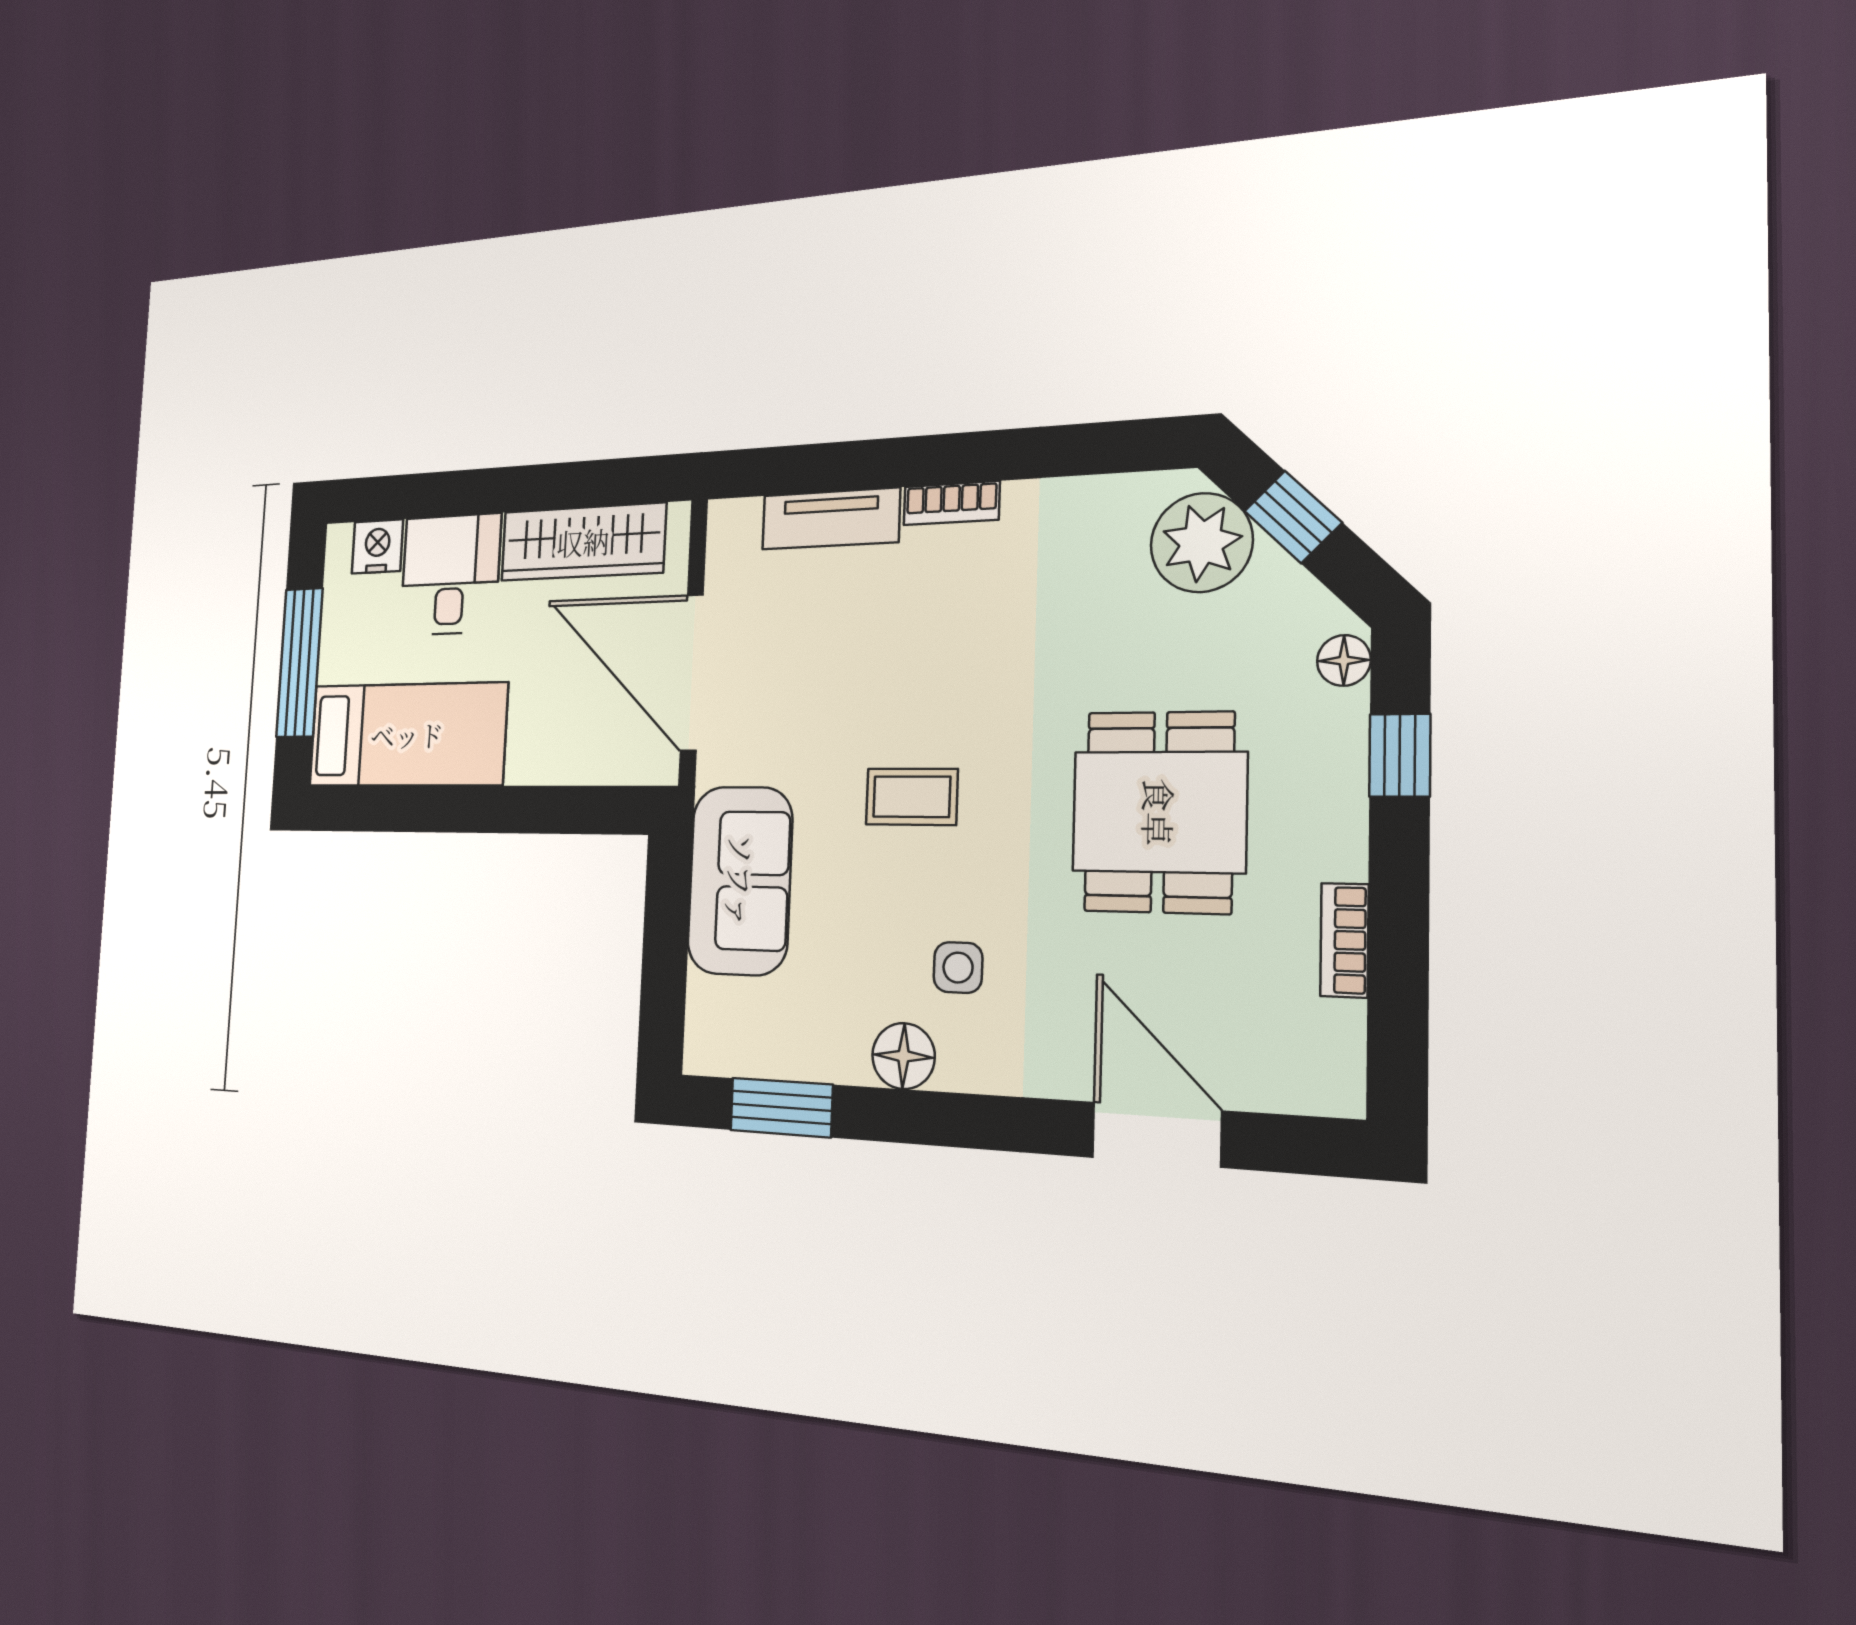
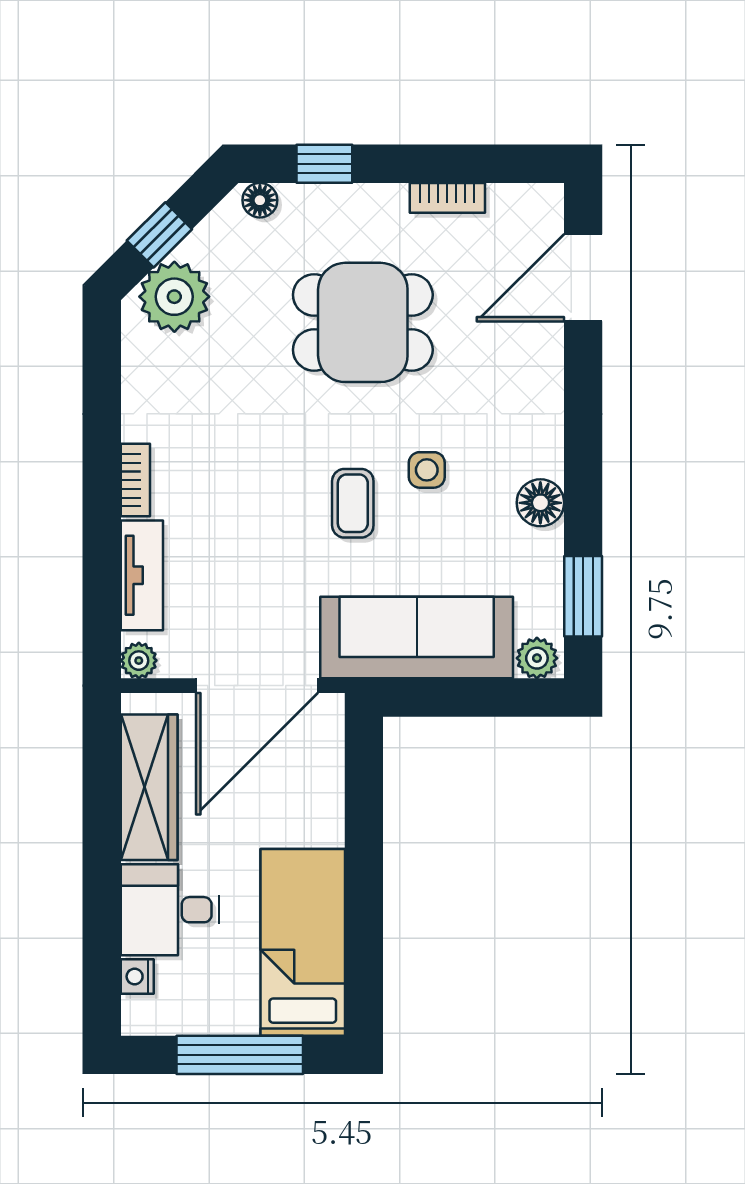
plant: (728, 521) -> (139, 661), added
nightstand: (377, 546) -> (137, 977), width x0.72, depth x0.74
sofa: (740, 880) -> (417, 638), width x1.36
side table: (958, 968) -> (427, 470), moved
plant: (708, 1040) -> (537, 658), added
door: (1157, 1134) -> (583, 278), moved

